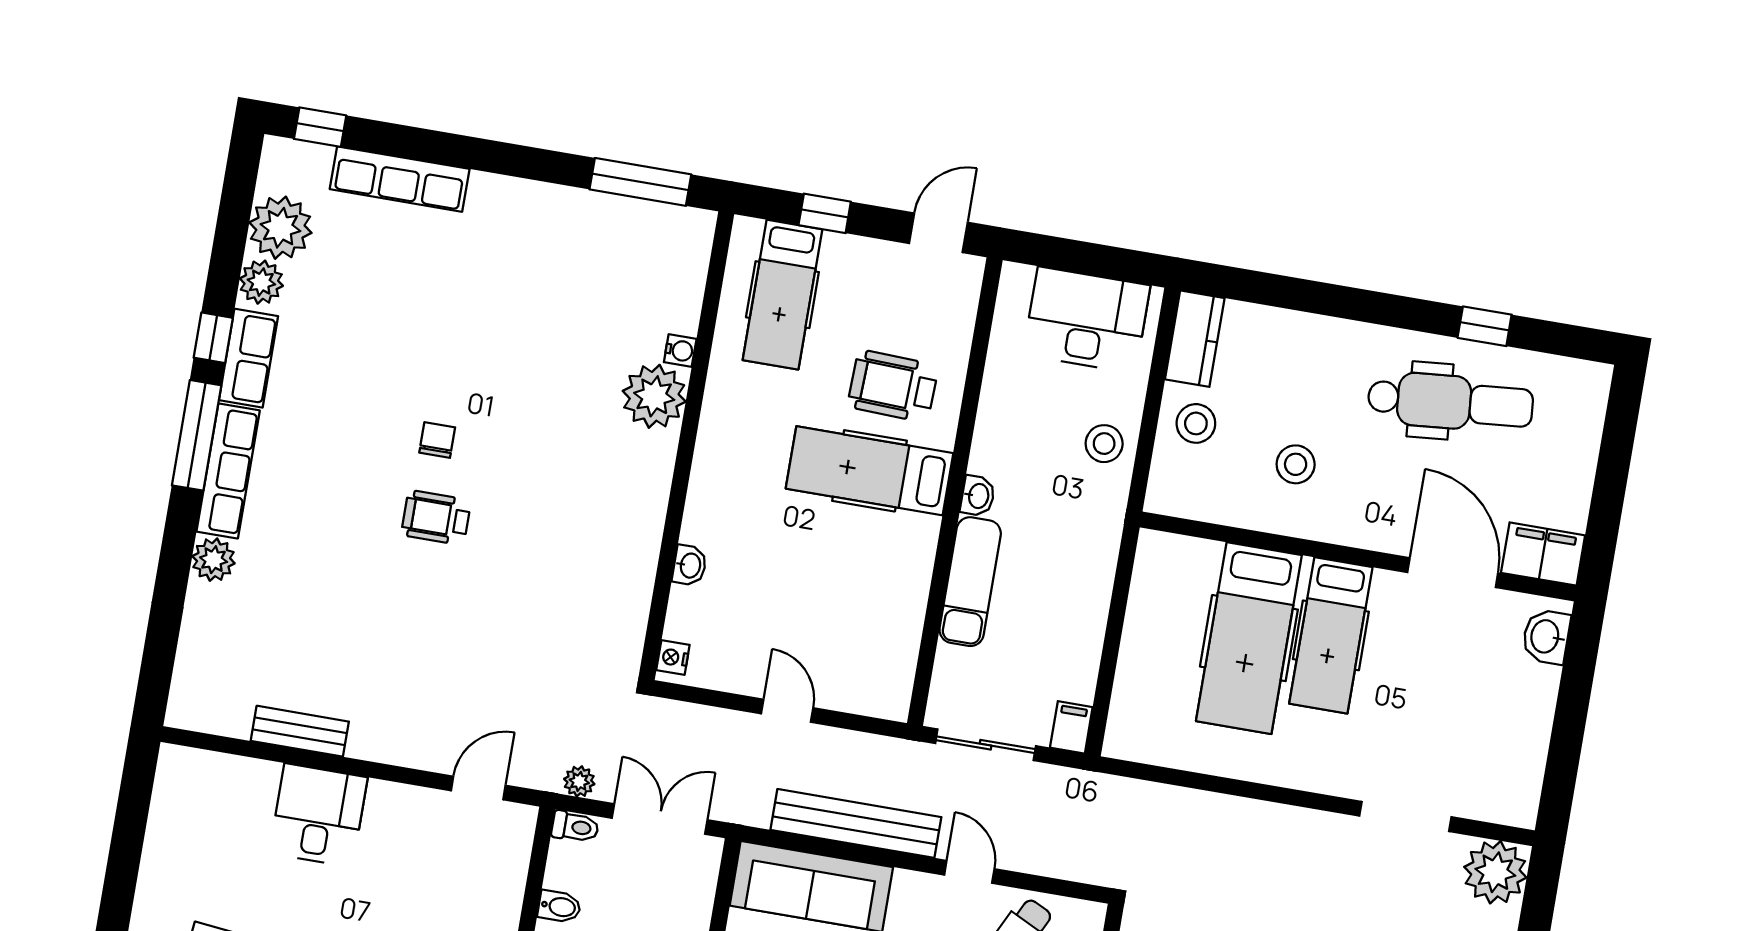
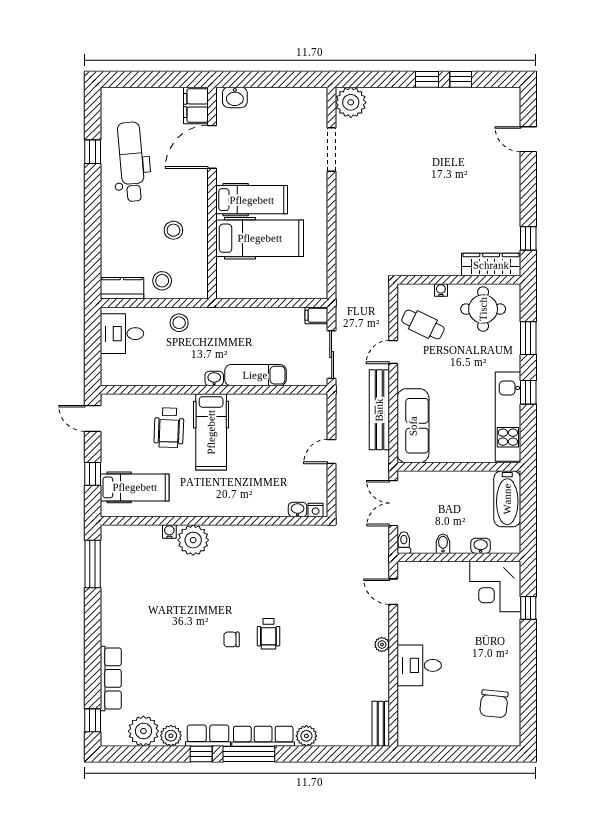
desk: (1087, 320) -> (122, 334), width x0.73
washbasin: (690, 565) -> (298, 510), moved
bench: (300, 731) -> (381, 724), moved
plant: (579, 781) -> (382, 645), moved

